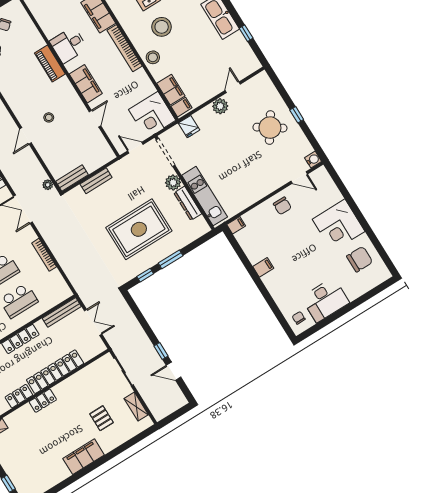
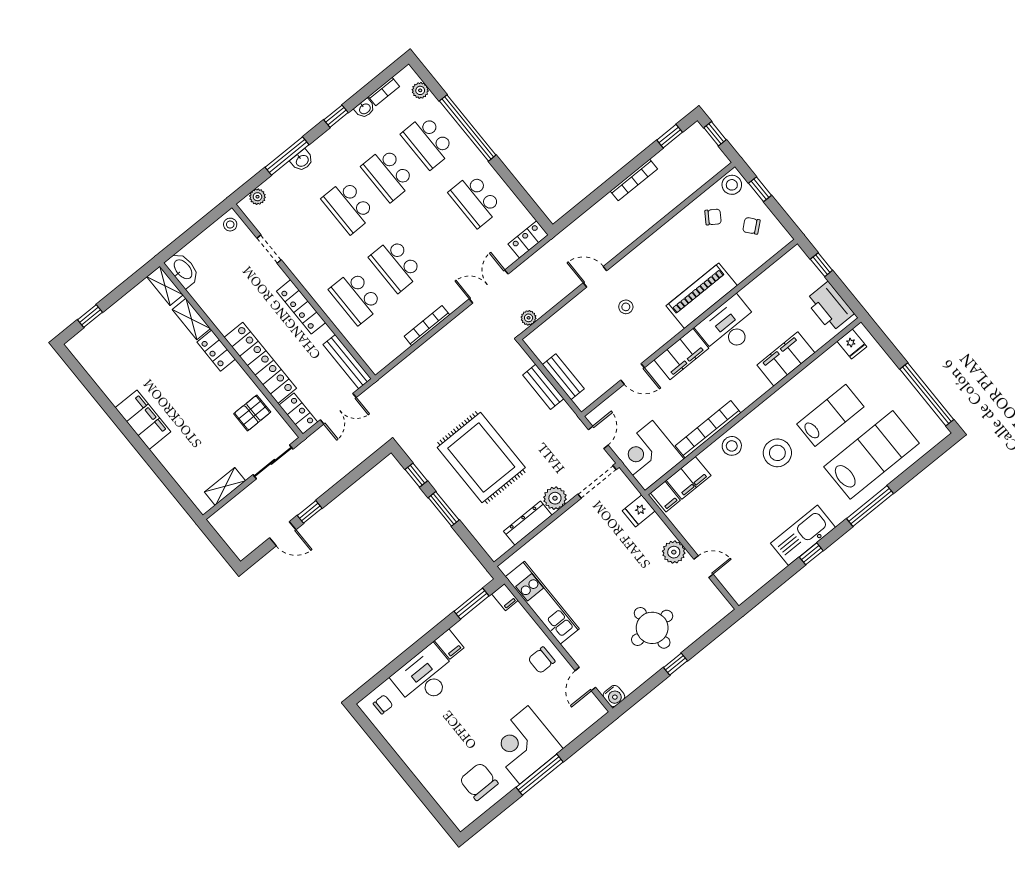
window: (246, 33) -> (811, 554), moved
desk: (69, 45) -> (728, 327), width x1.37
bookcase: (125, 48) -> (708, 429), moved
piano: (50, 64) -> (702, 296), width x1.37, depth x1.33
round table: (270, 128) -> (652, 628), turned -34
bench: (72, 178) -> (563, 377), moved
kitchen unit: (205, 196) -> (542, 603), moved, turned -90
window: (360, 217) -> (540, 775), added
window: (238, 249) -> (471, 604), added
chair: (360, 259) -> (479, 782), turned 180
desk: (325, 300) -> (425, 677), moved, turned 90
door: (174, 371) -> (283, 534), swing flipped
locker: (19, 396) -> (298, 414), moved
shelving: (19, 415) -> (191, 319), added
pallet: (102, 418) -> (252, 413), moved

